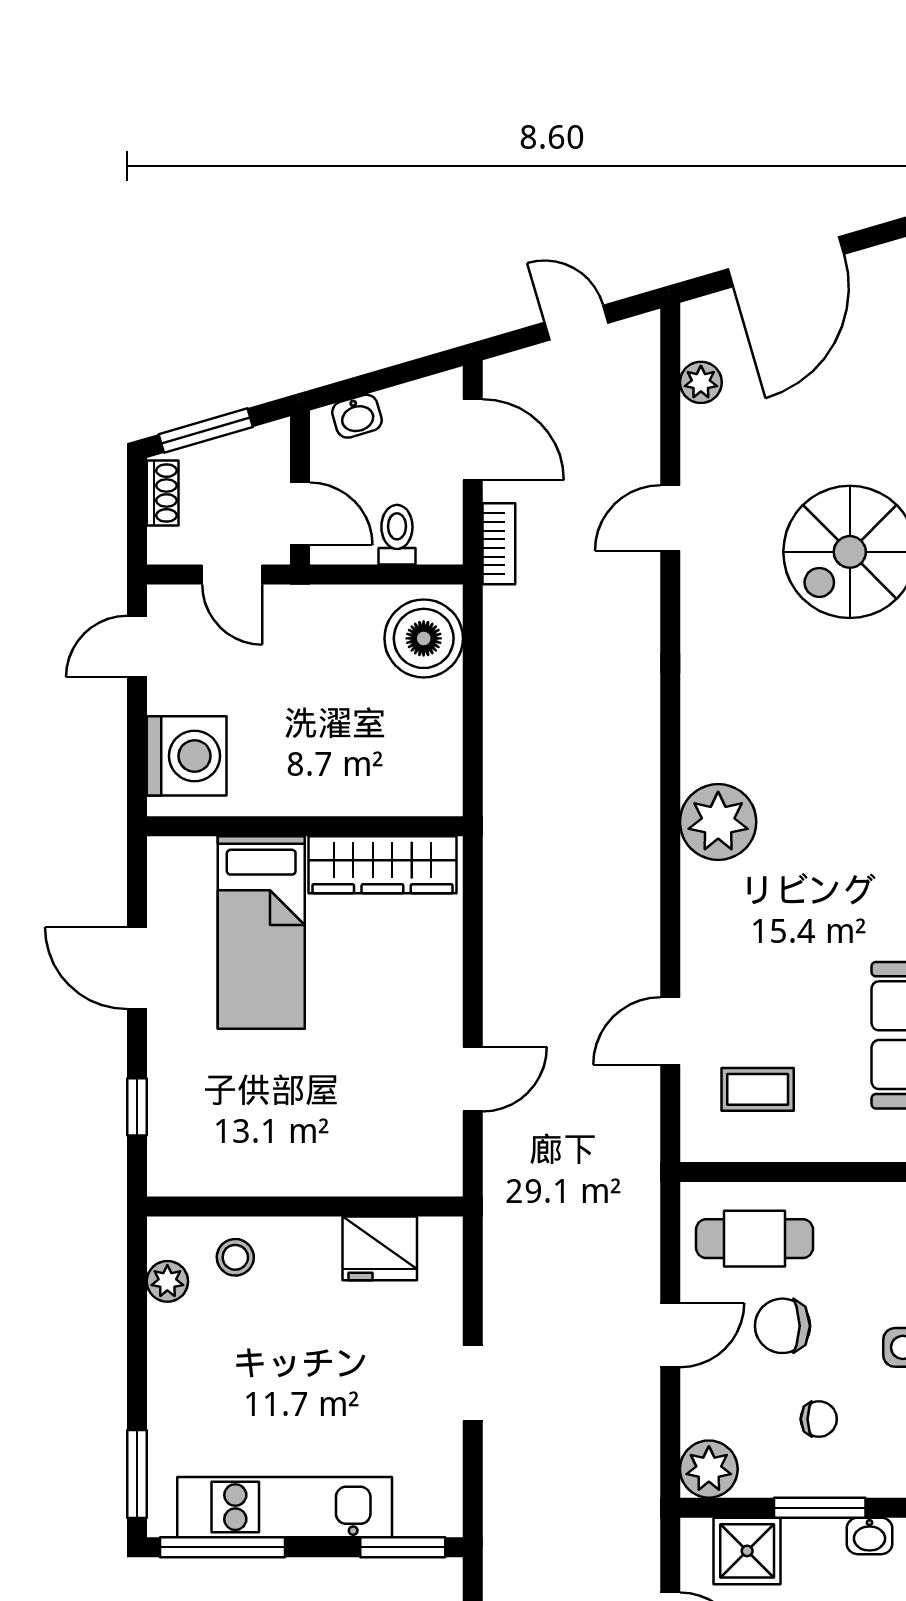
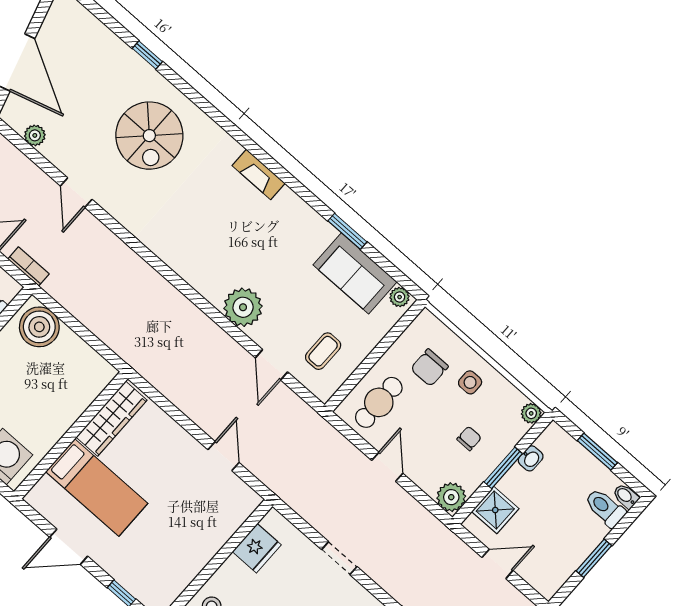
plant: (718, 822) -> (243, 307), moved
chair: (782, 1326) -> (429, 368), moved

